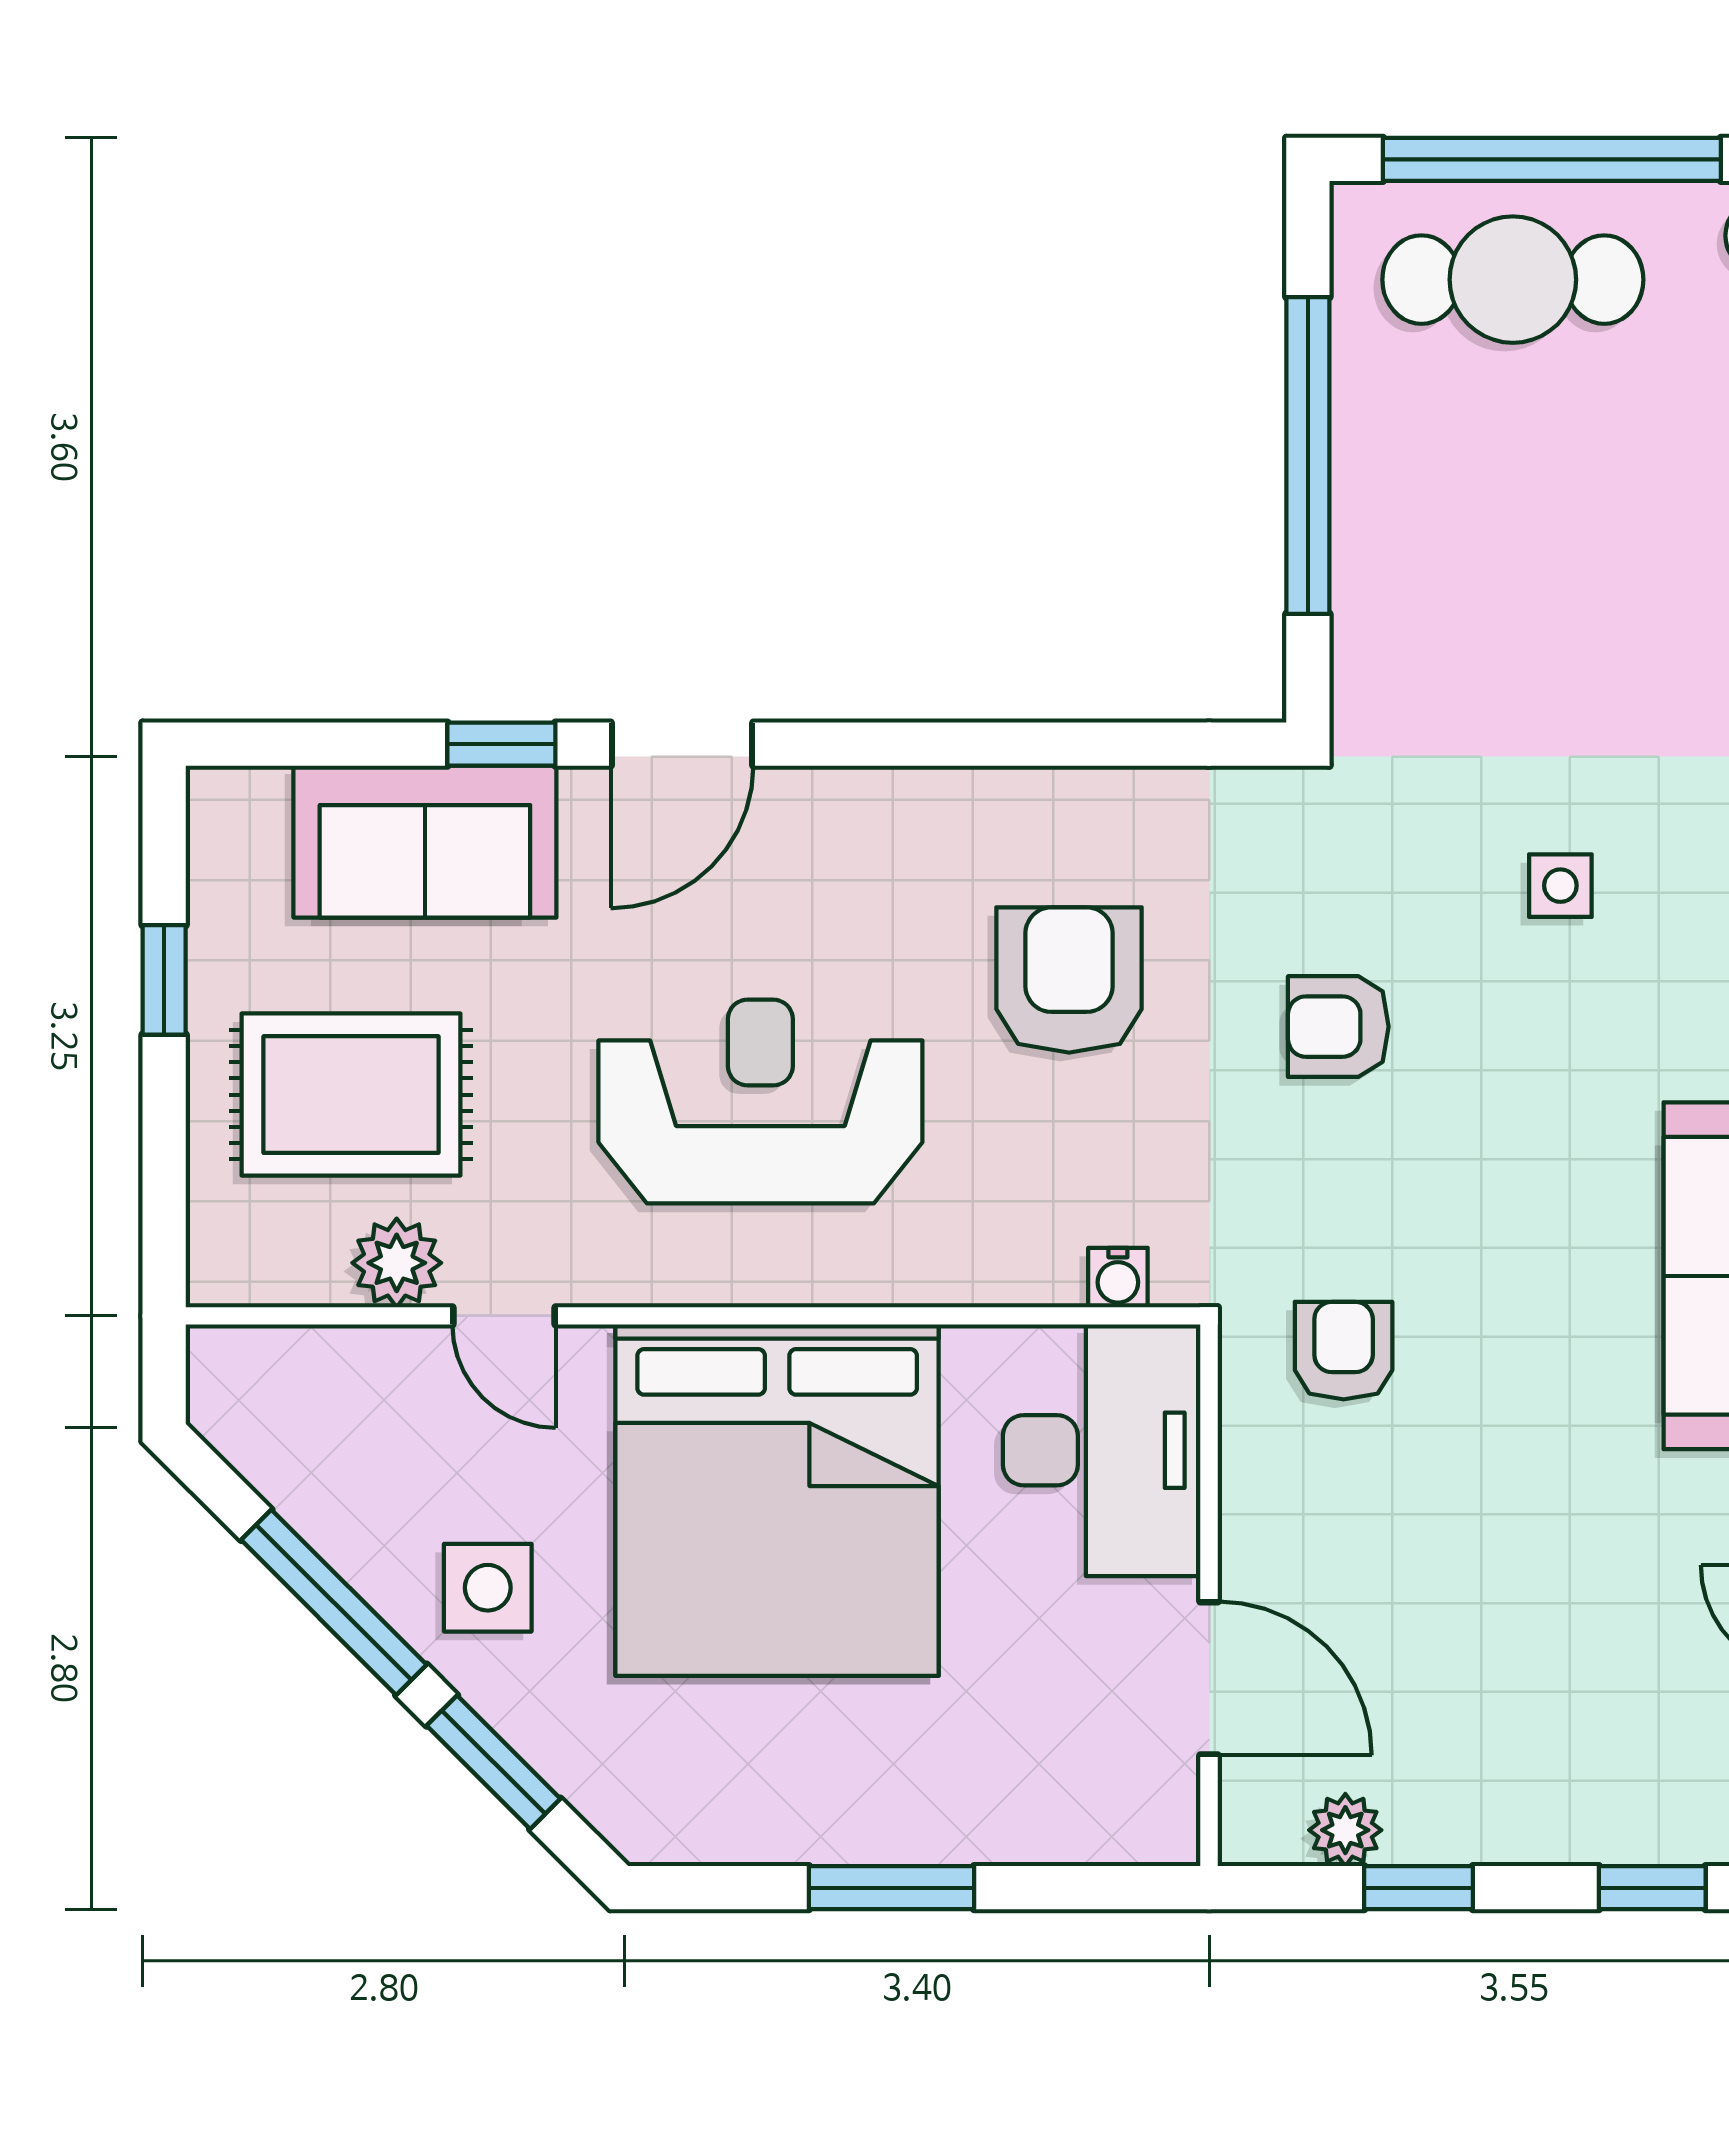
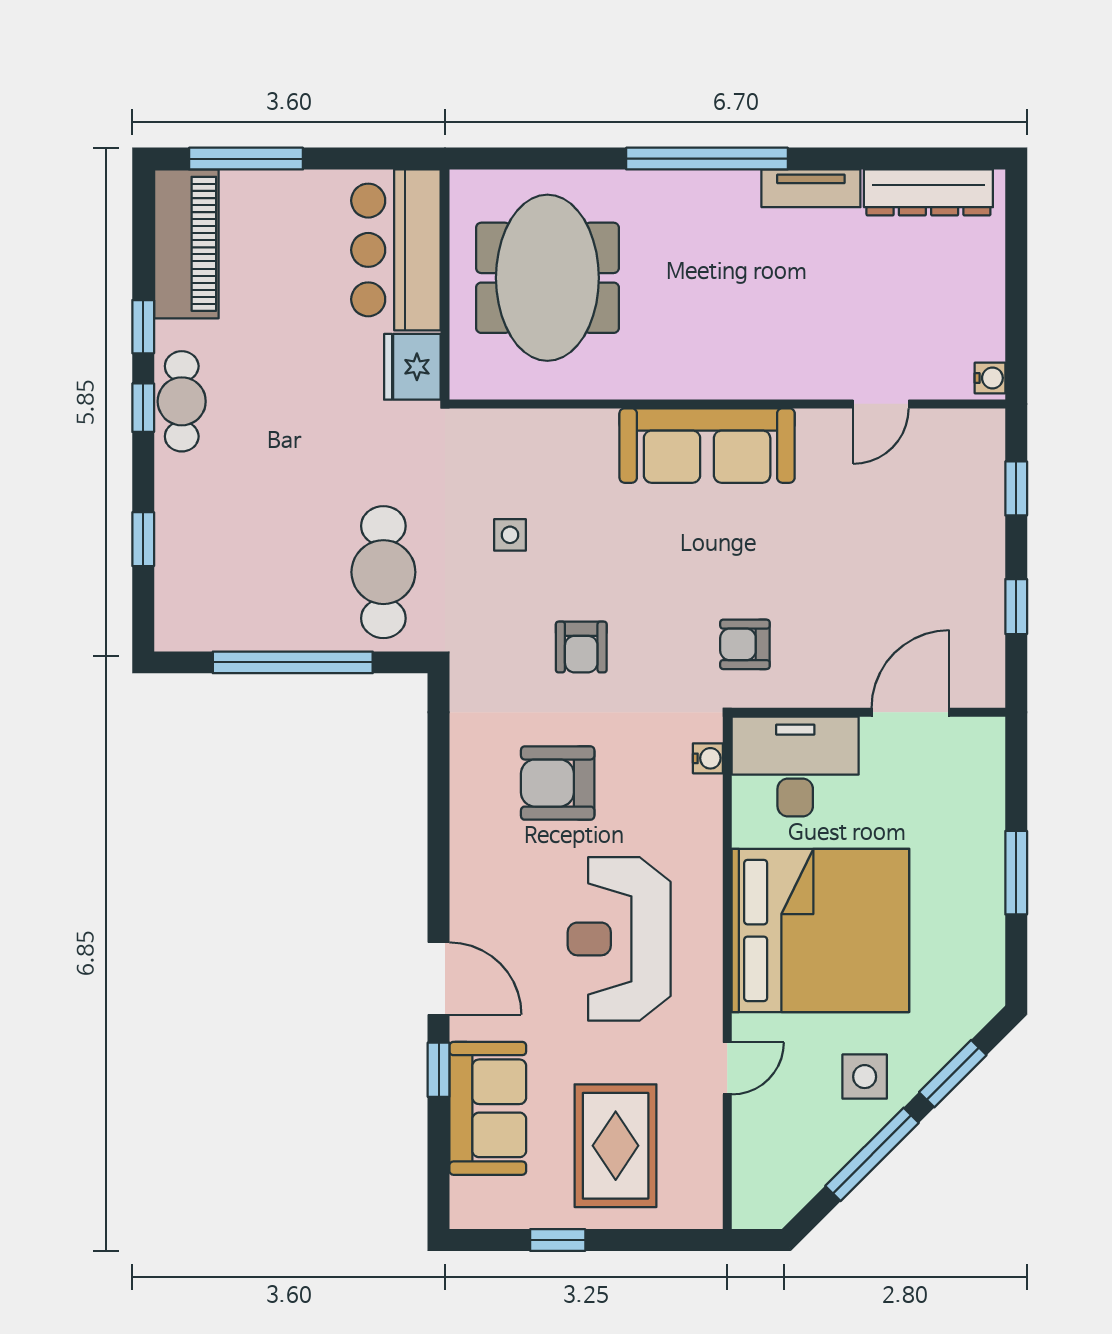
window: (1552, 159) -> (143, 539), width x0.32
cafe table: (1513, 280) -> (383, 572), moved
plant: (397, 1263) -> (701, 1123), removed
plant: (1345, 1830) -> (987, 644), removed

